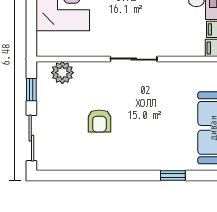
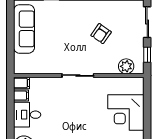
armchair: (99, 121) -> (101, 34), turned -145

